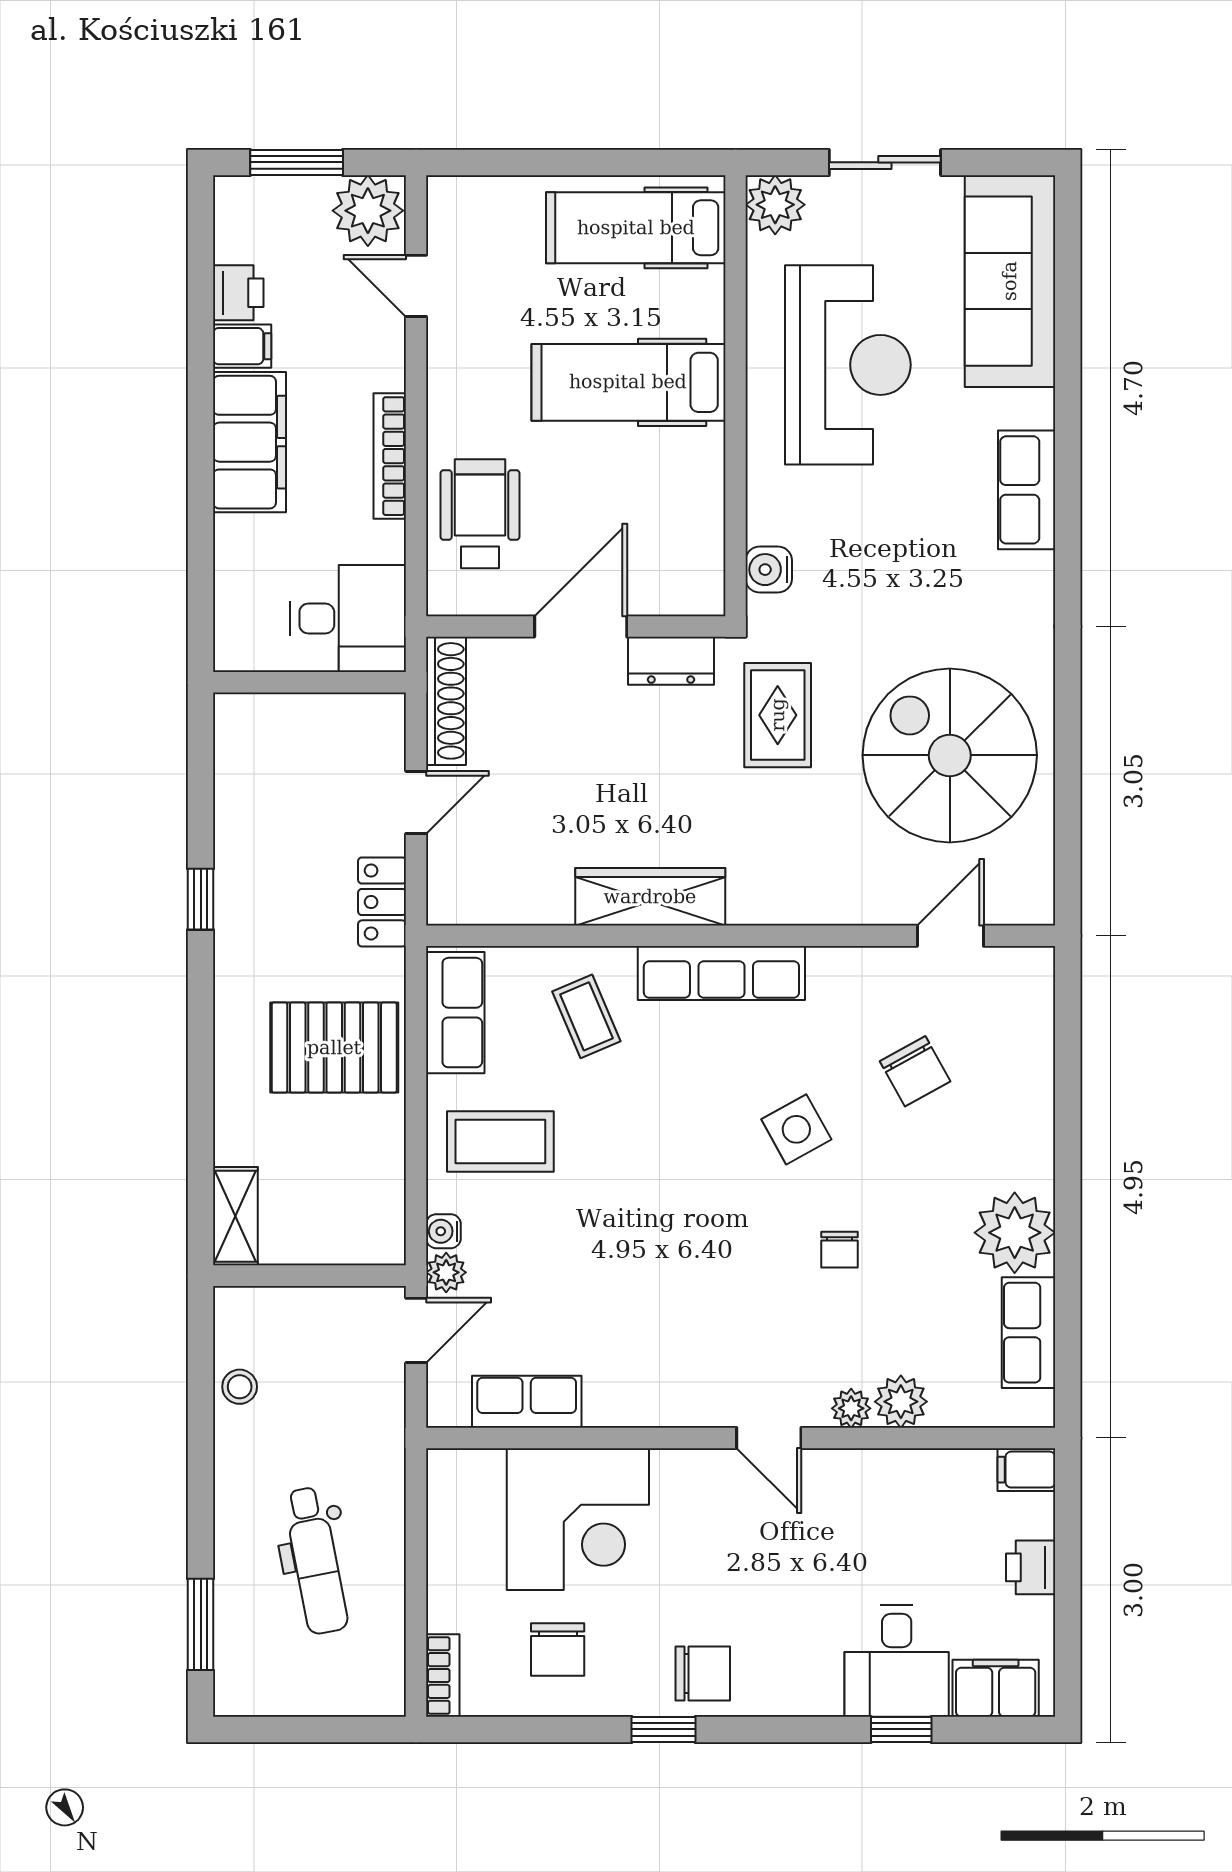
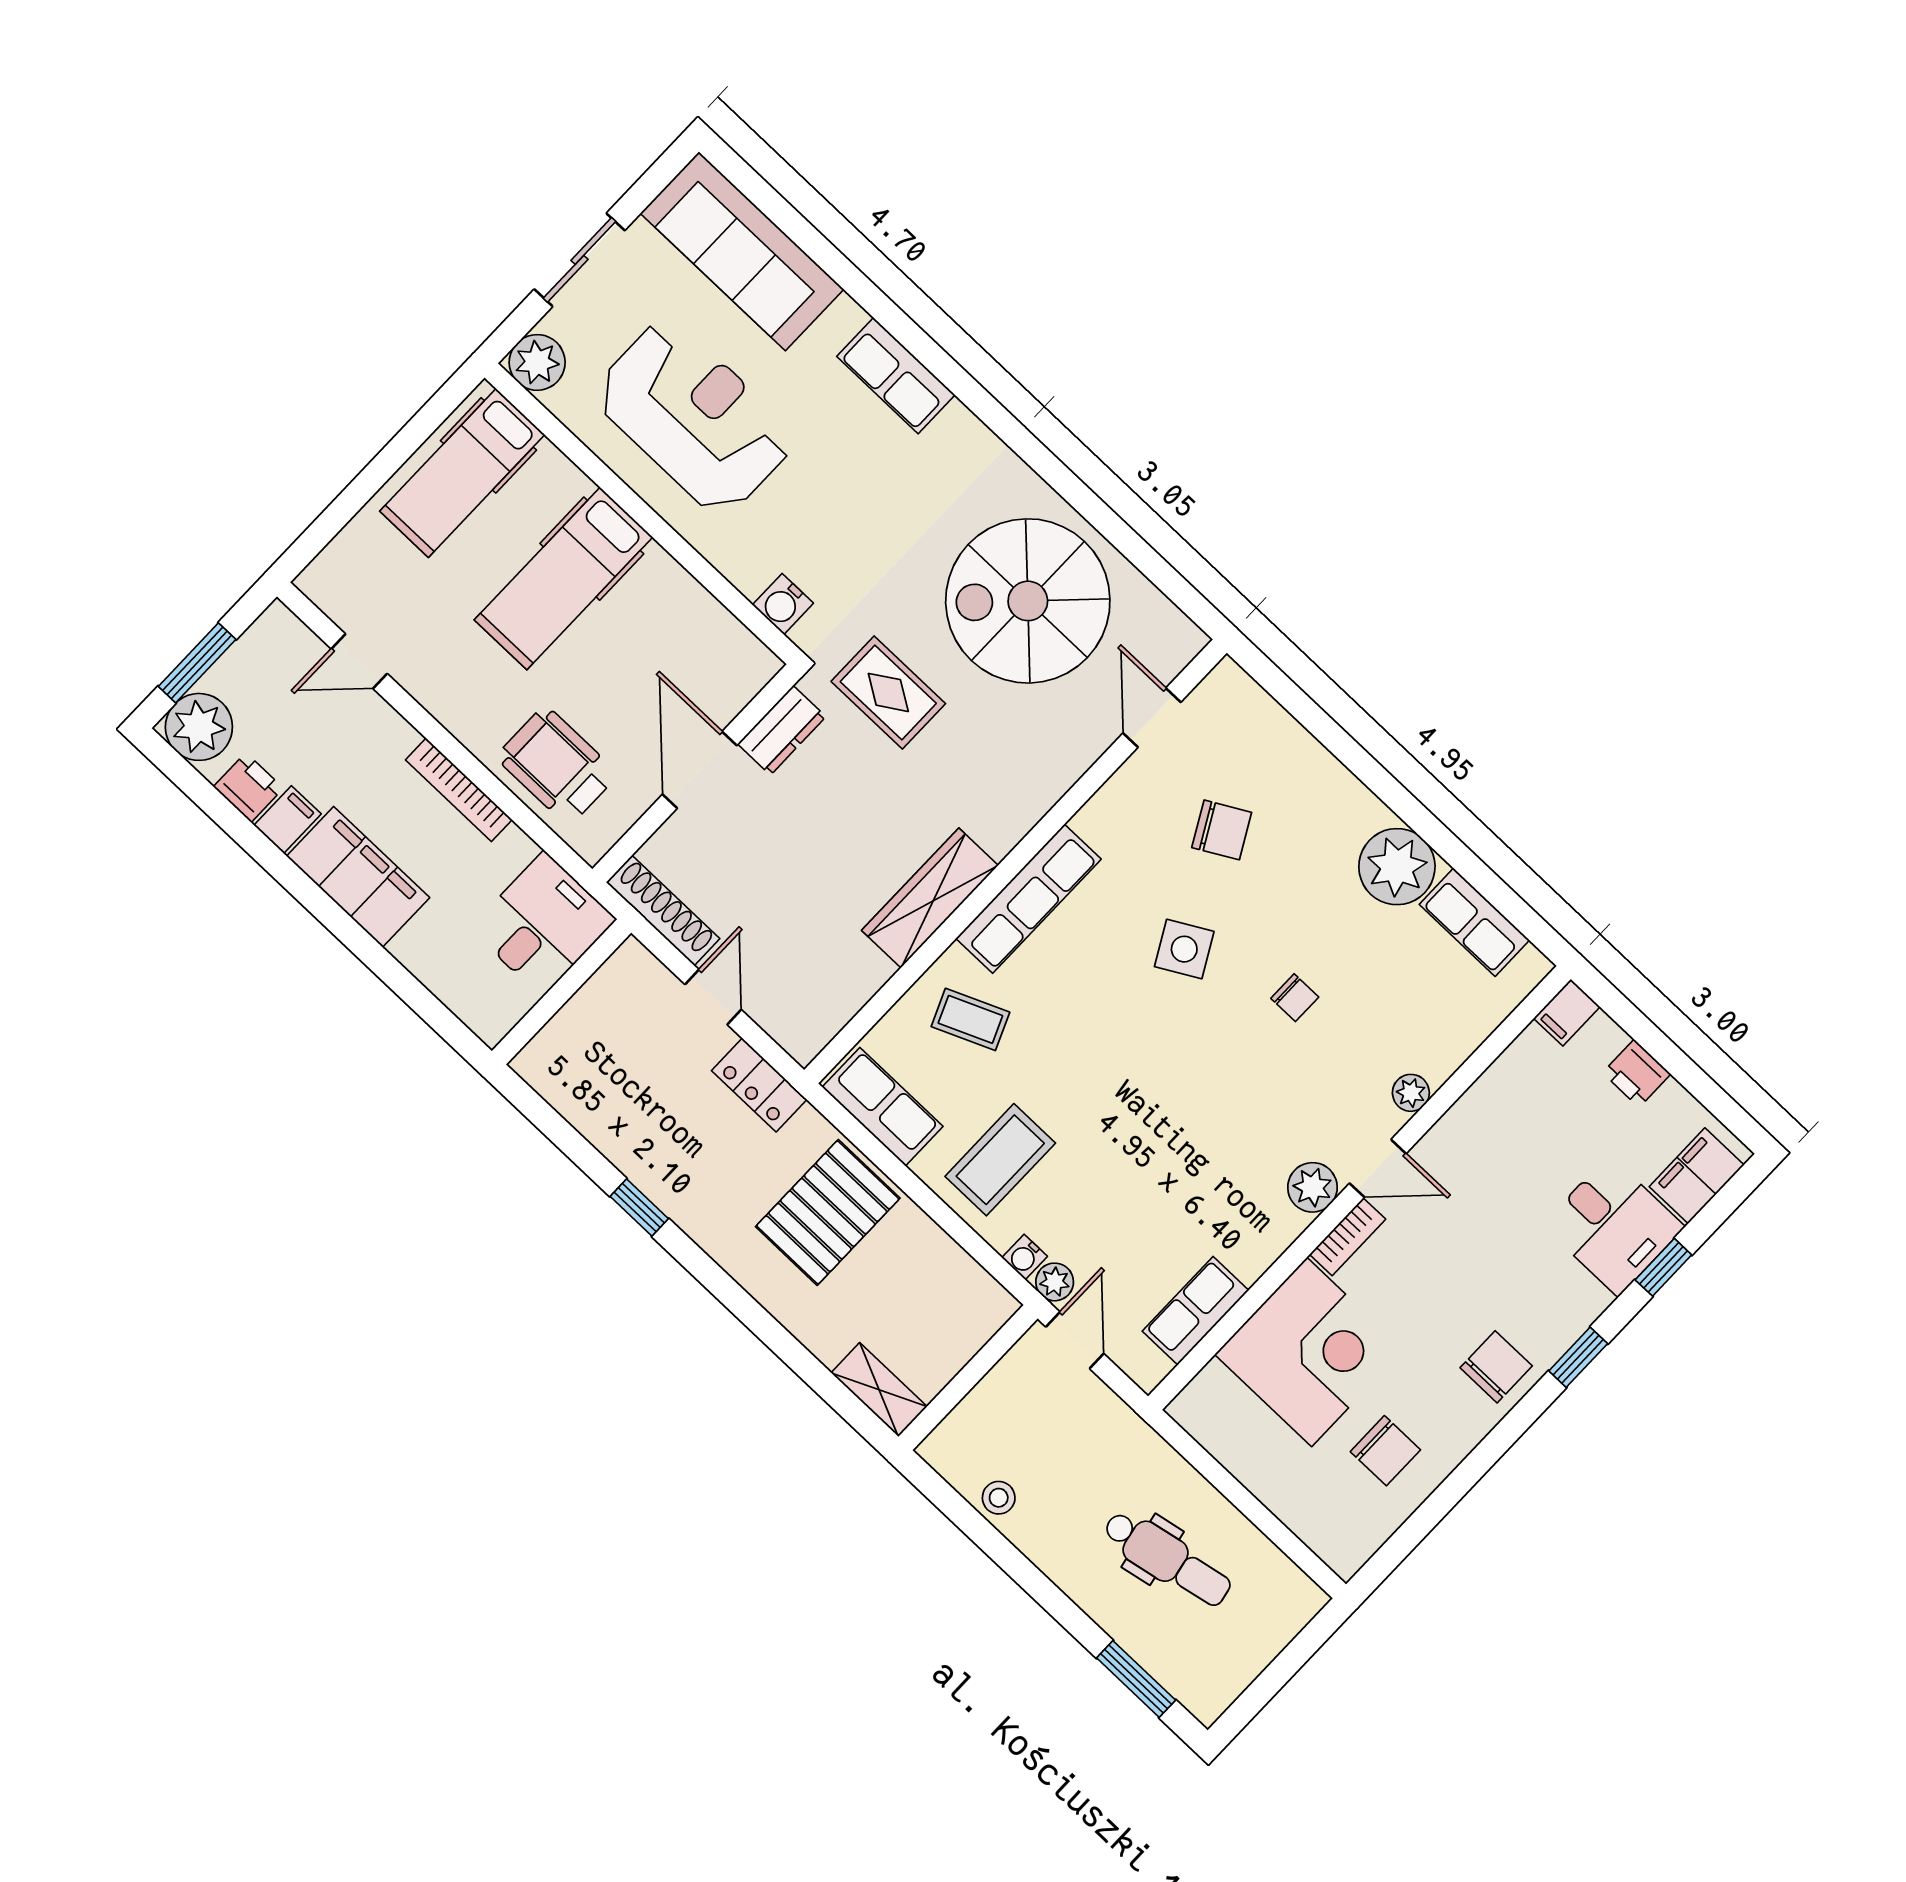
plant: (368, 211) -> (199, 727), moved
plant: (901, 1402) -> (1312, 1187), moved
bookcase: (443, 1675) -> (1348, 1237), moved, turned 90
window: (664, 1729) -> (1578, 1357), moved

